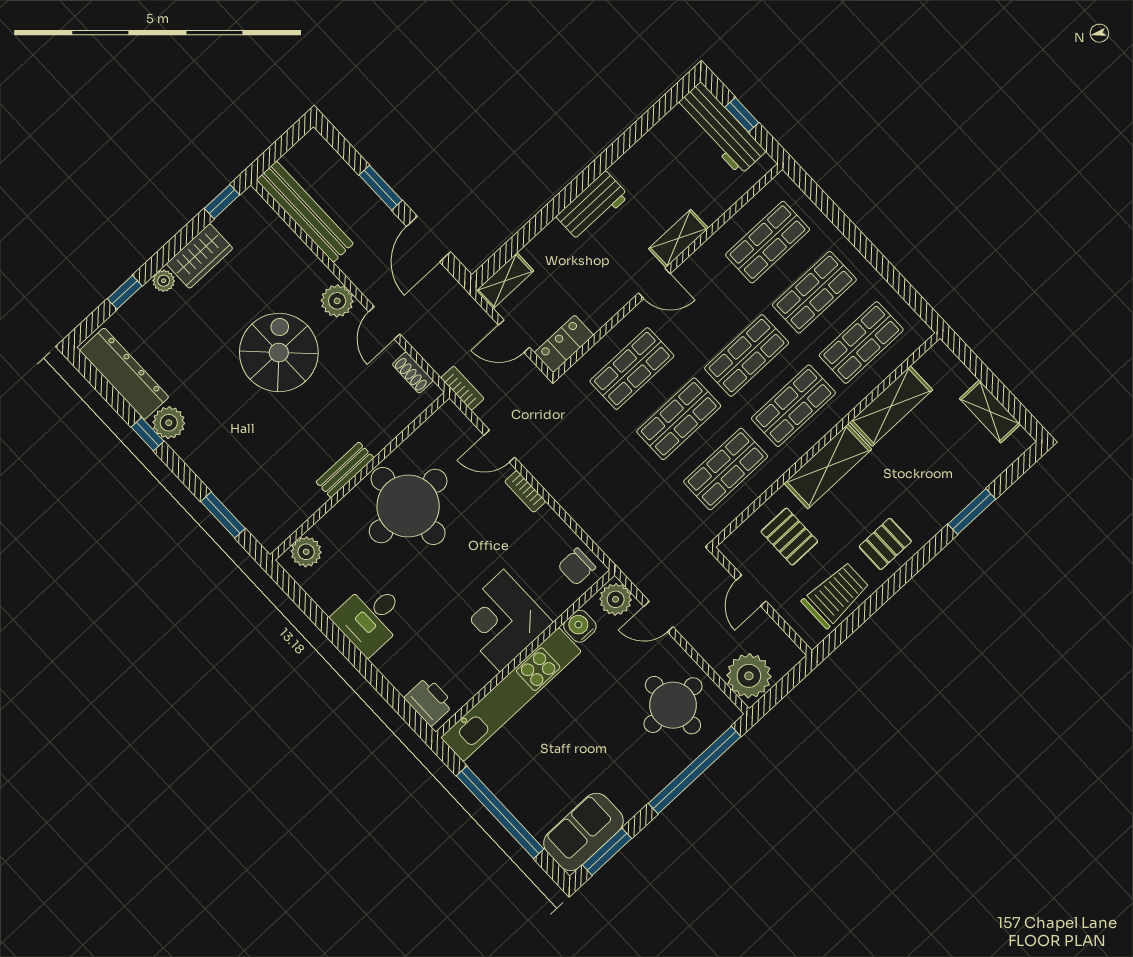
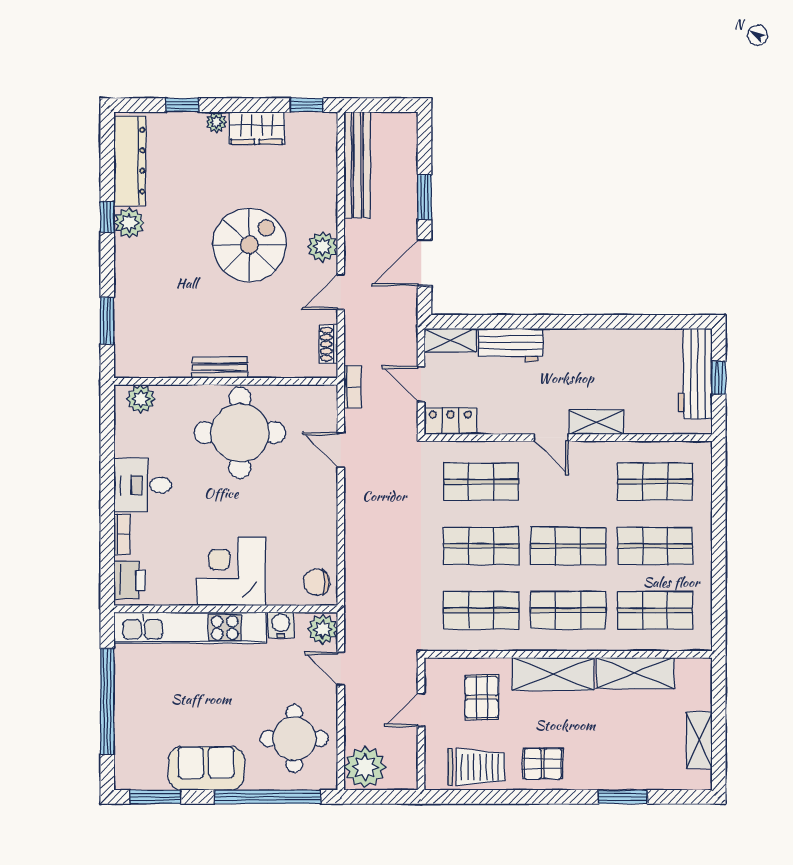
workbench: (592, 206) -> (511, 345), moved
bookcase: (525, 491) -> (122, 534), moved, turned 180
sofa: (583, 832) -> (206, 768), moved

